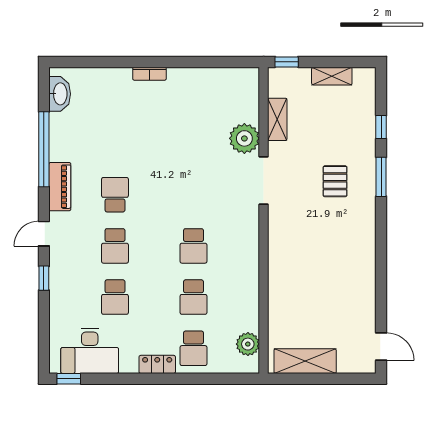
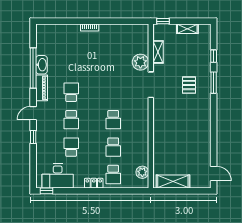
washbasin: (60, 94) -> (42, 65), moved
school desk: (115, 297) -> (71, 147), turned 180

